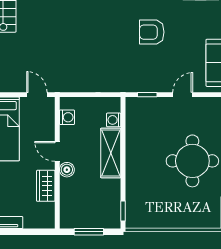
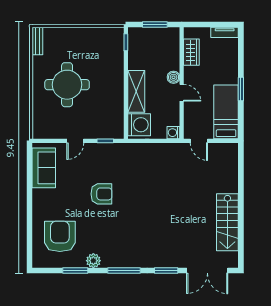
washing machine: (67, 117) -> (173, 133), moved
washing machine: (114, 120) -> (139, 125), width x1.89, depth x1.89
wardrobe: (46, 186) -> (191, 52), moved

